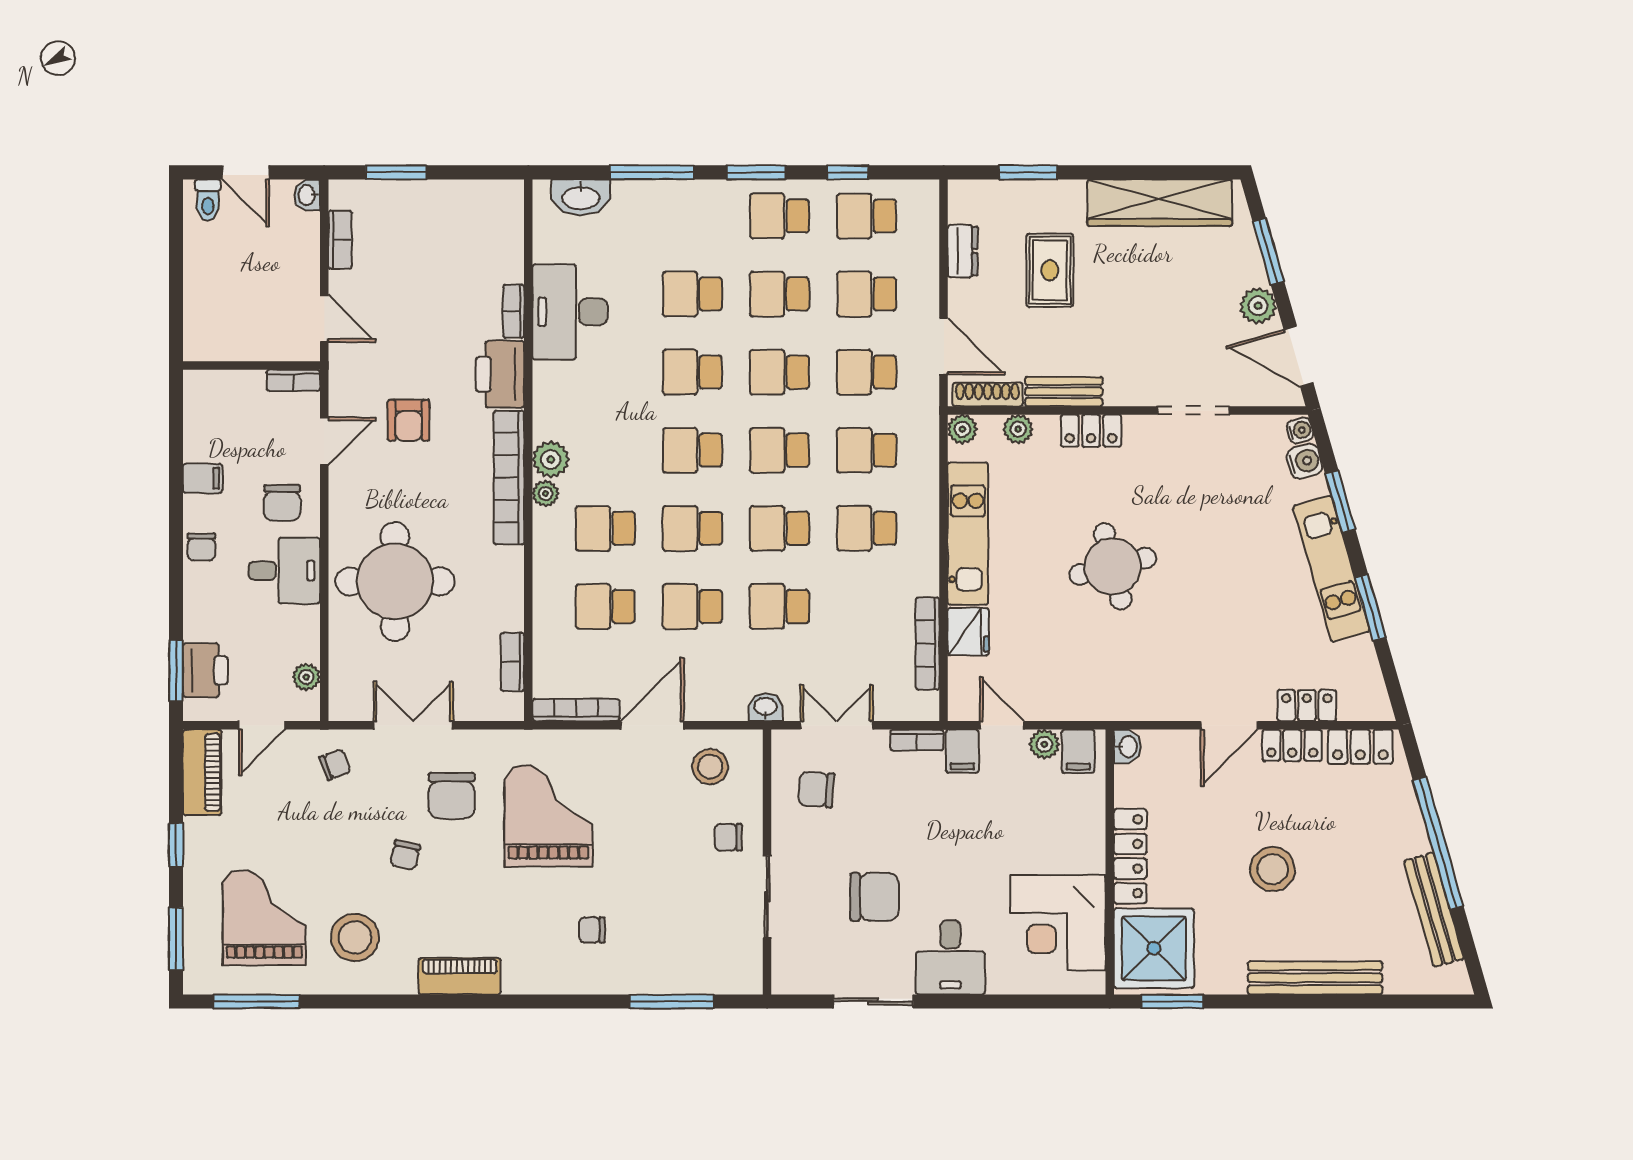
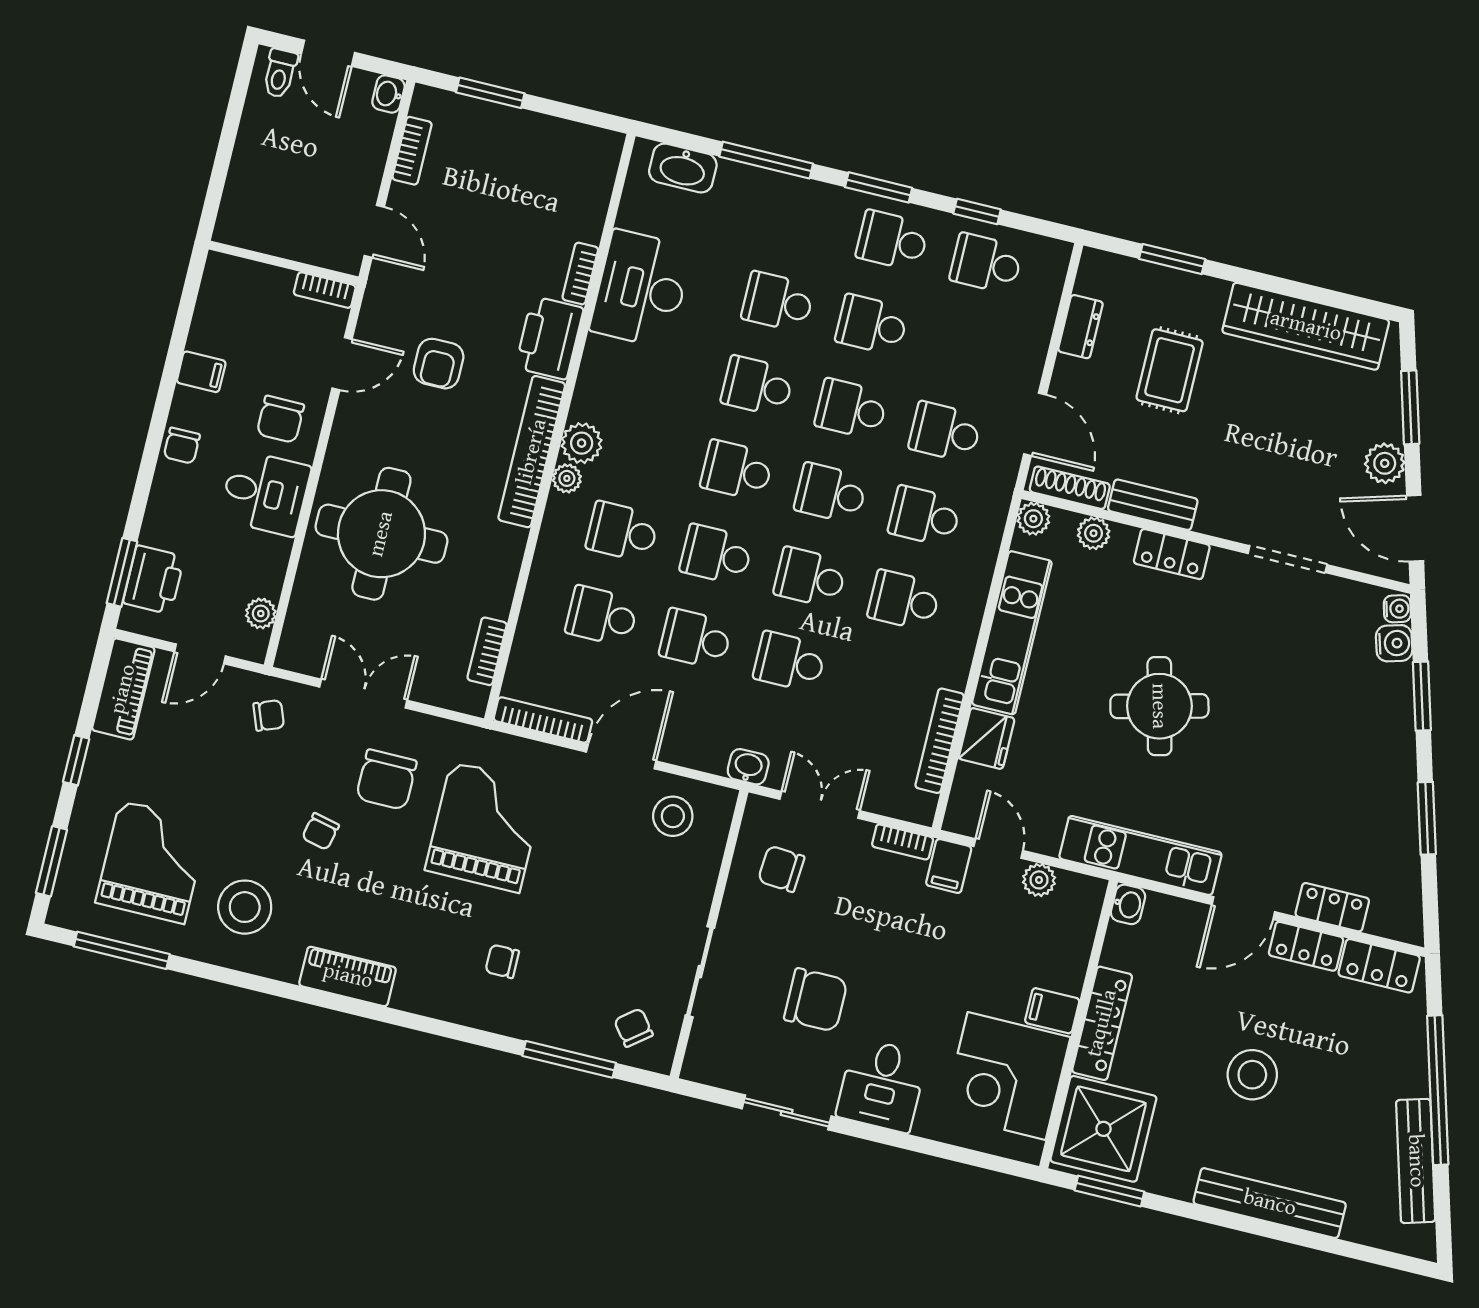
school desk: (867, 294) -> (966, 348), removed
kitchen unit: (1331, 569) -> (1140, 856), moved, turned 106
filing cabinet: (1078, 751) -> (1052, 1011), moved, turned 90
chair: (728, 837) -> (633, 1028), moved, turned 52

